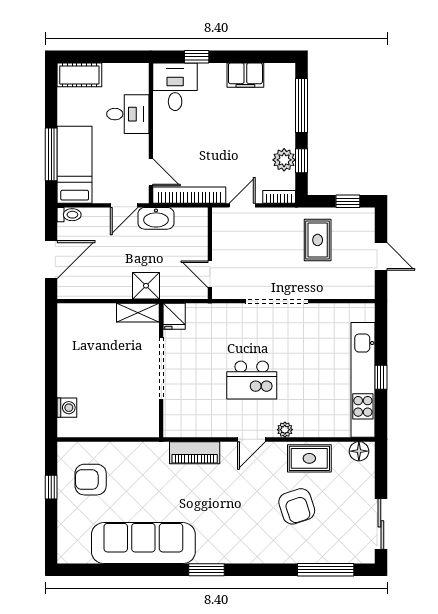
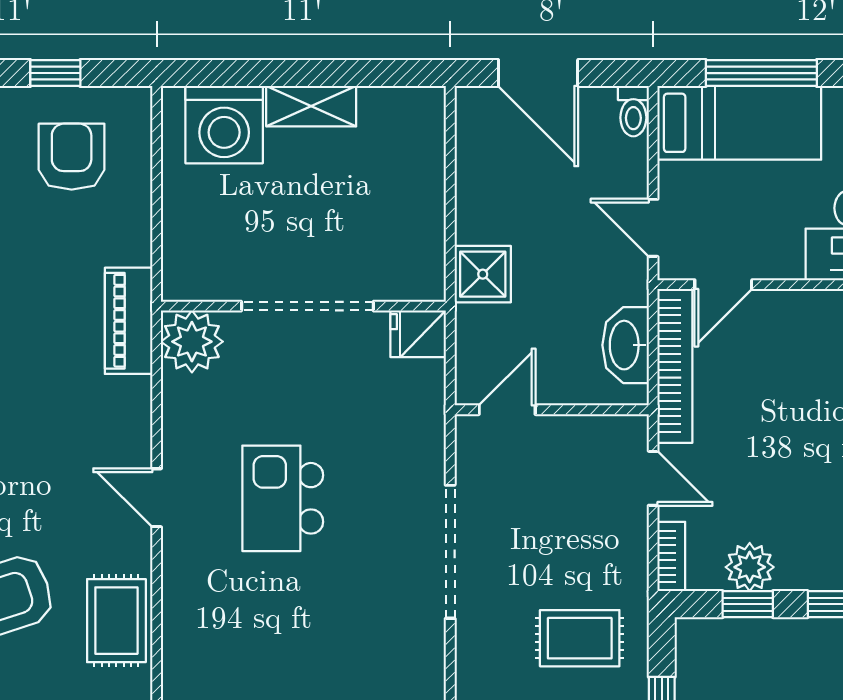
washbasin: (156, 218) -> (626, 345), moved
shelving: (138, 313) -> (311, 106), moved, turned 90
washing machine: (67, 408) -> (224, 125), width x1.89, depth x1.89
plant: (285, 430) -> (192, 342), moved, width x1.87, depth x1.87
piano: (195, 453) -> (129, 321), moved

